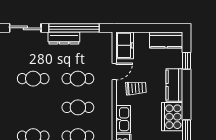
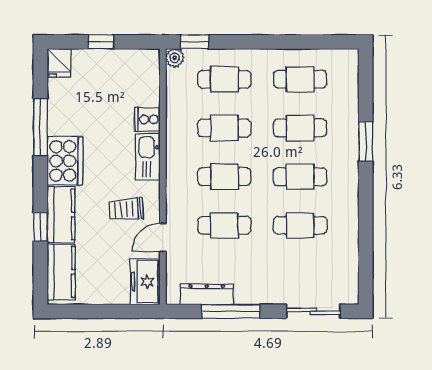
window: (74, 28) -> (231, 311), width x0.68
dresser: (64, 38) -> (207, 294), moved
kitchen counter: (166, 40) -> (61, 272), moved, turned 90
window: (187, 61) -> (40, 227), moved
cafe table: (33, 107) -> (300, 177), added

